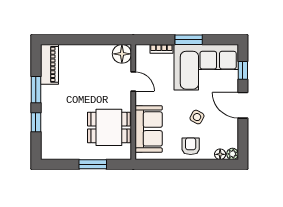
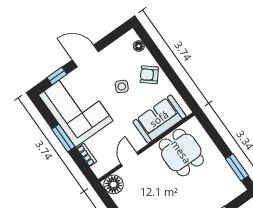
door: (243, 105) -> (85, 56), swing flipped
armchair: (191, 146) -> (149, 75), turned 40
plant: (233, 154) -> (131, 36), removed
window: (93, 164) -> (237, 167), moved

